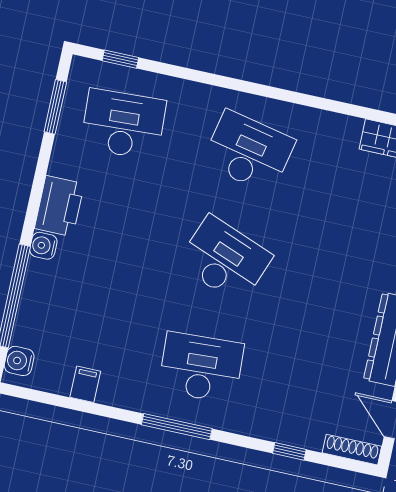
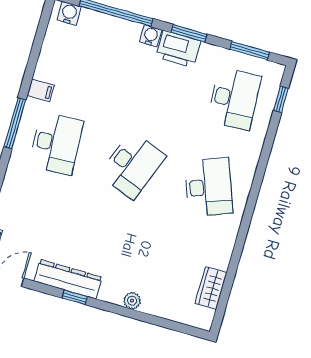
desk: (249, 152) -> (209, 187), turned -33
window: (36, 193) -> (189, 33), added
filing cabinet: (85, 384) -> (41, 90), moved

